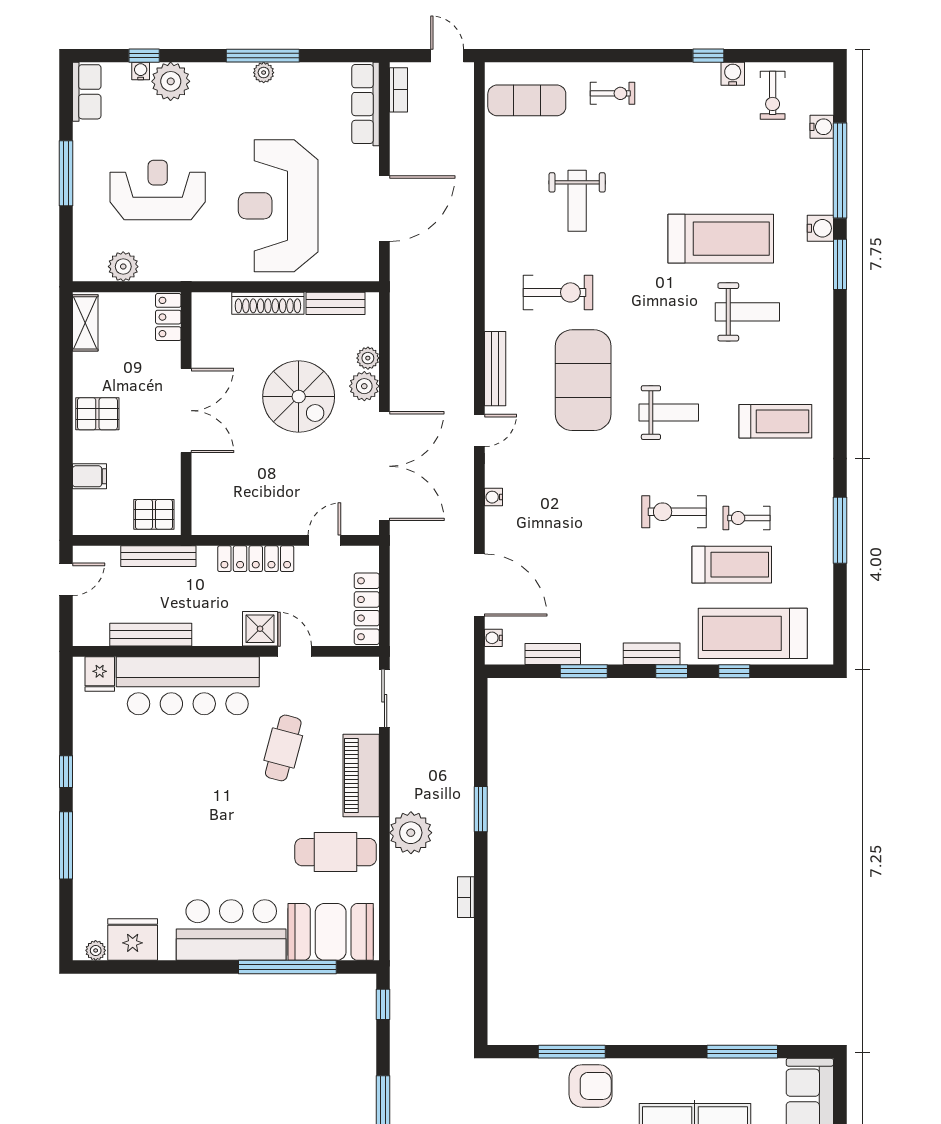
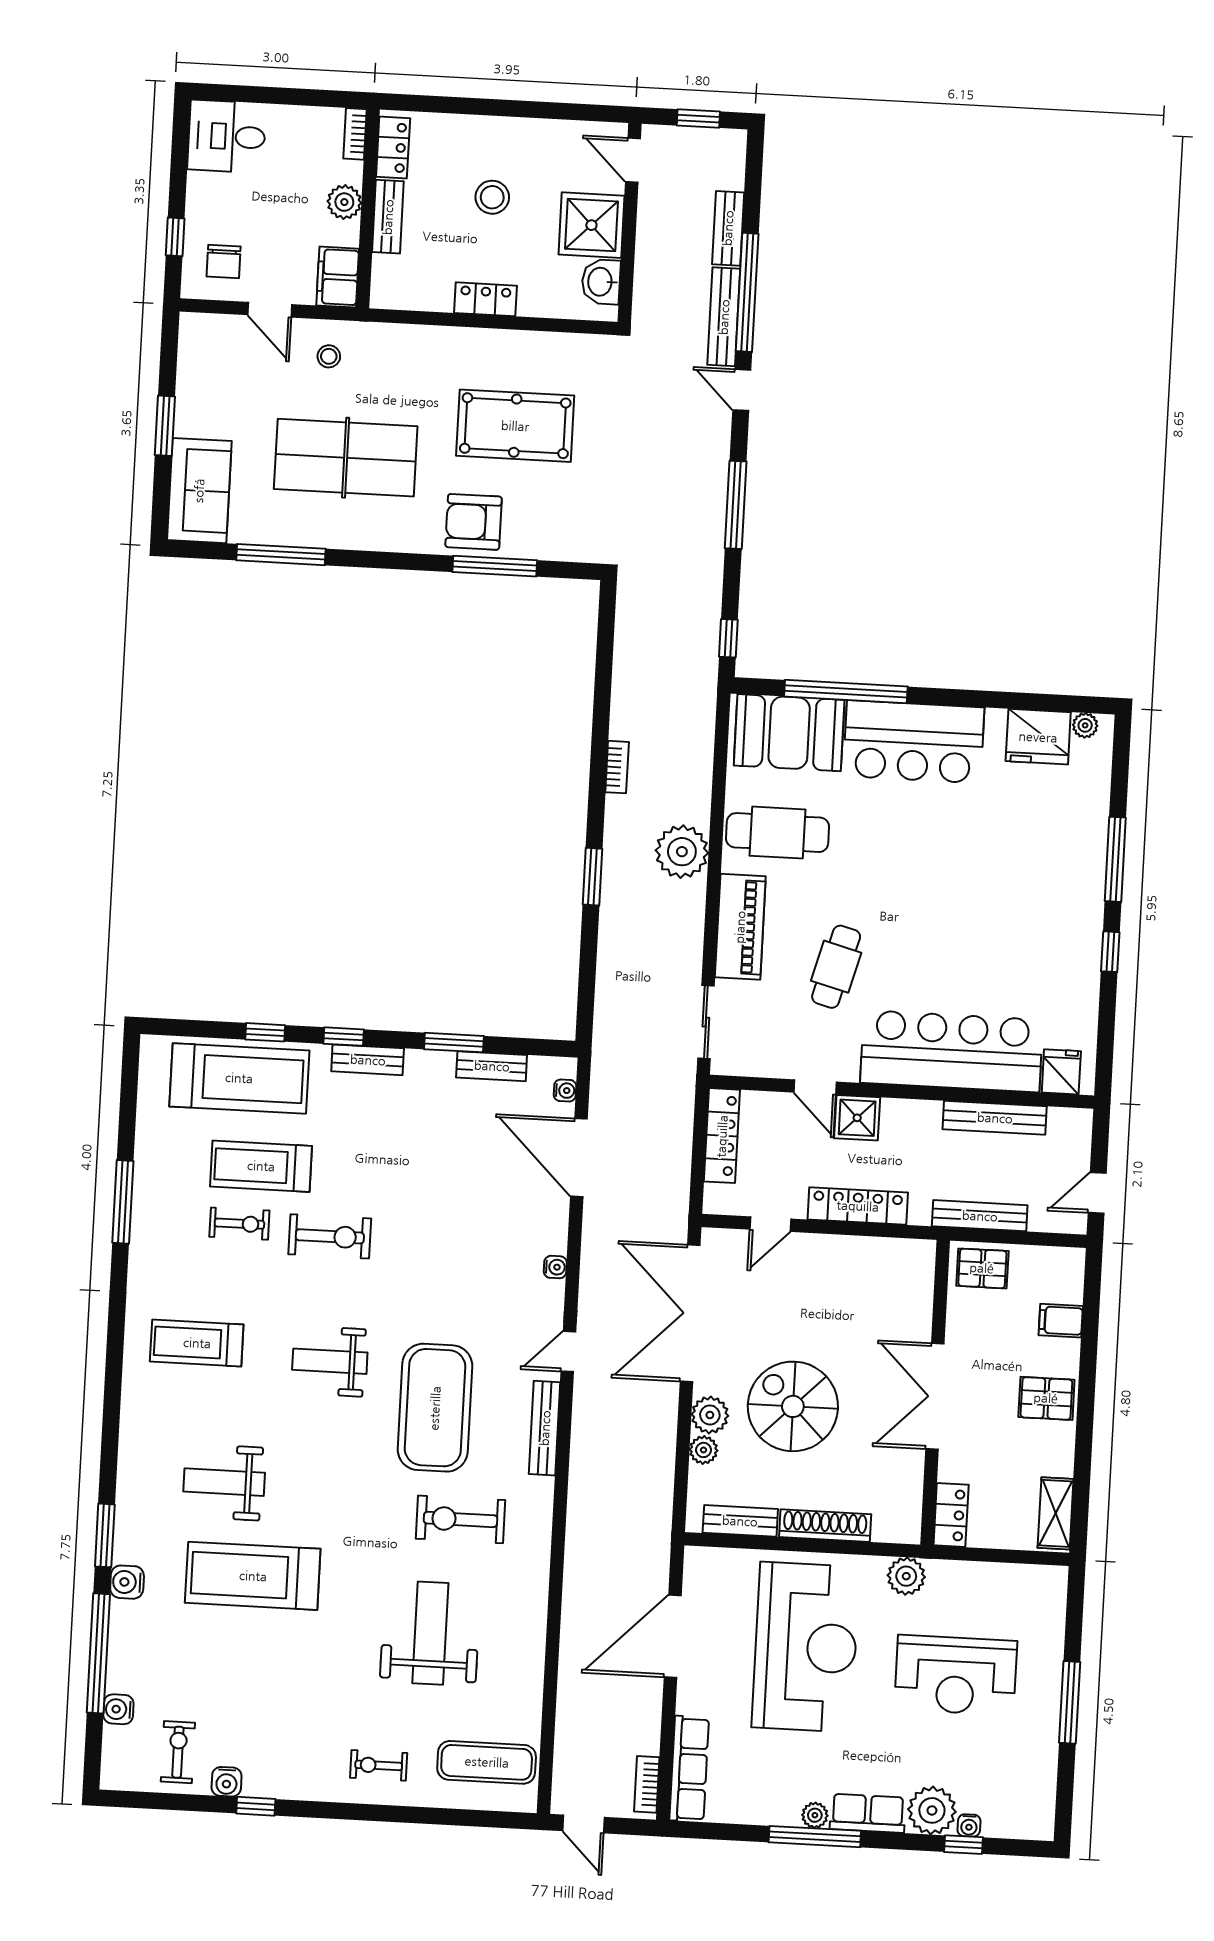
row of seats: (87, 92) -> (868, 1813), moved, turned 90
weight bench: (577, 201) -> (430, 1633), width x1.36, depth x1.33
plant: (123, 267) -> (906, 1576), moved

